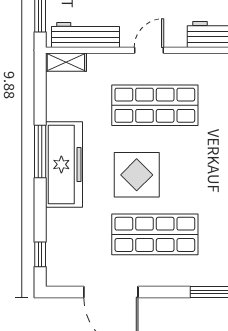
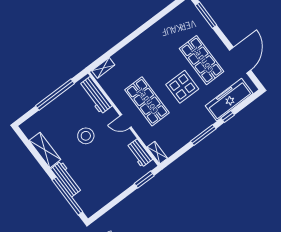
workbench: (85, 35) -> (140, 153), width x0.73
freezer: (64, 164) -> (229, 100), moved
window: (40, 254) -> (228, 117), moved

